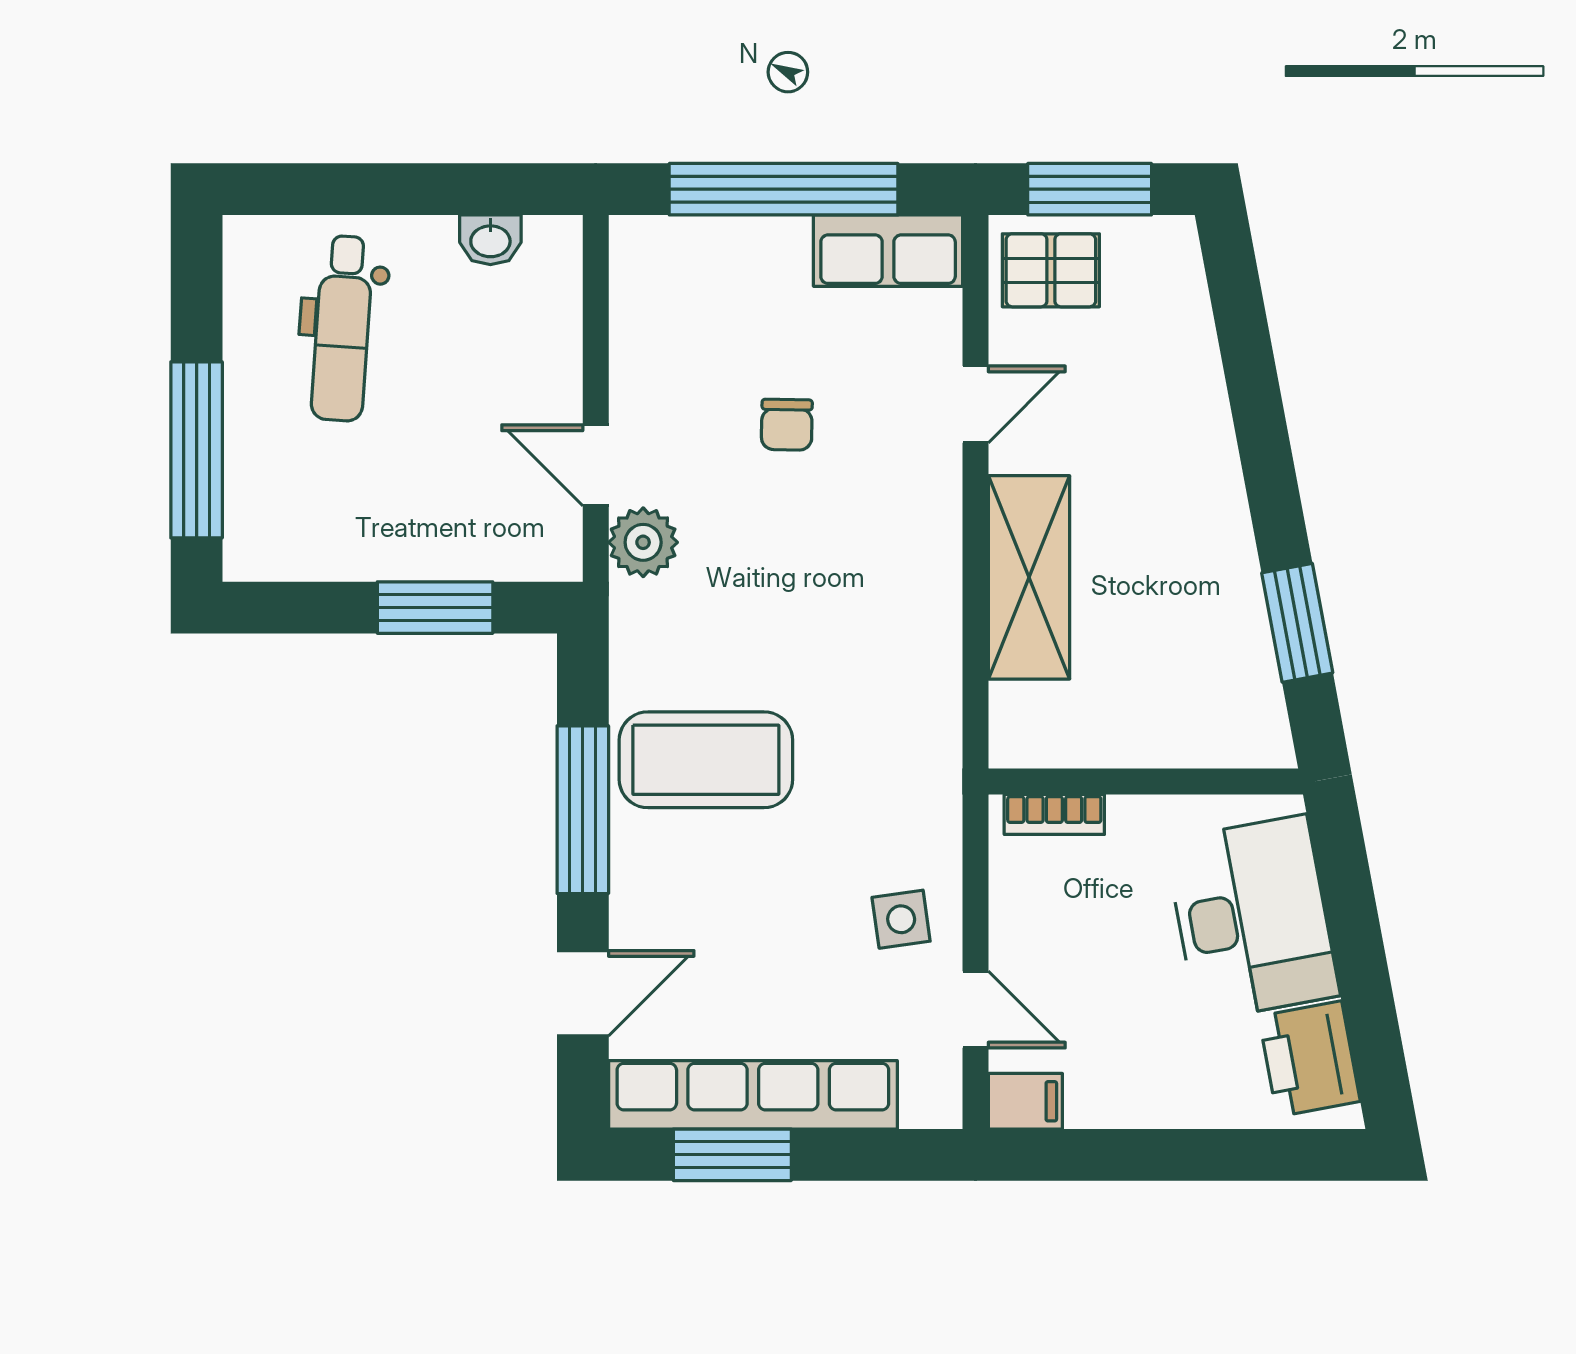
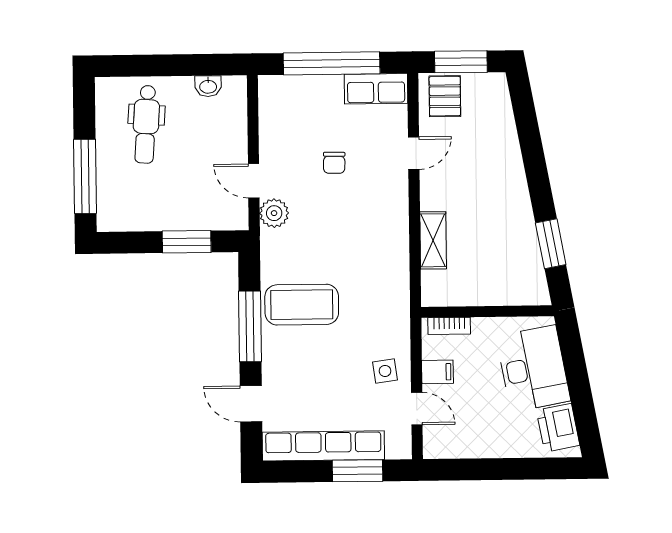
pallet: (1051, 270) -> (445, 96), turned 90
shelving: (1029, 577) -> (433, 240), width x0.67, depth x0.75
door: (583, 993) -> (251, 404), swing flipped
filing cabinet: (1025, 1101) -> (437, 372), moved
window: (732, 1155) -> (358, 471), moved

